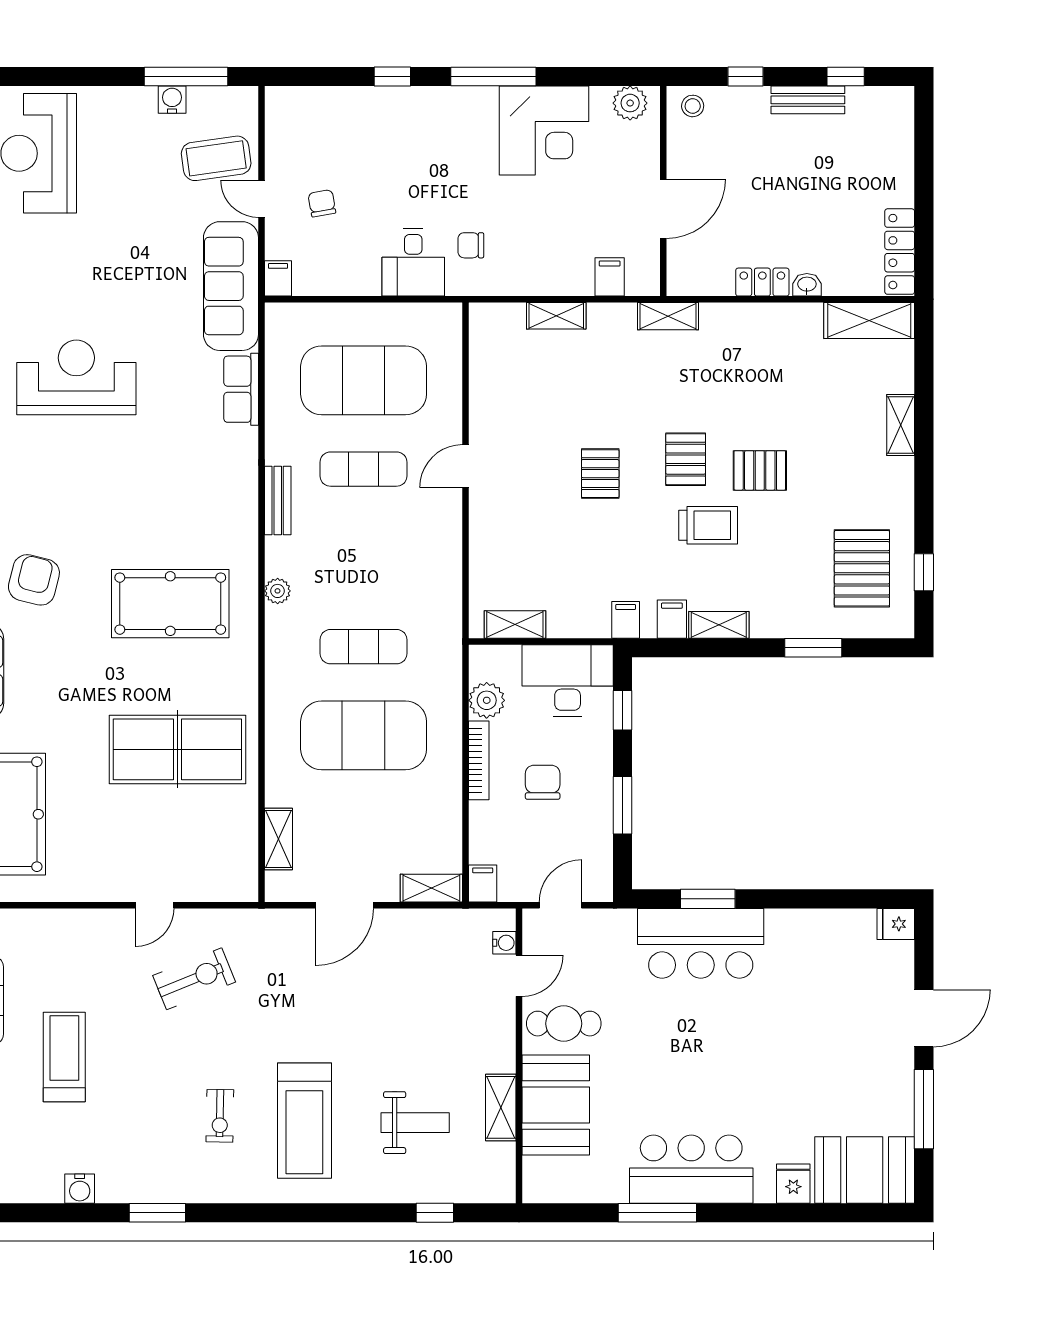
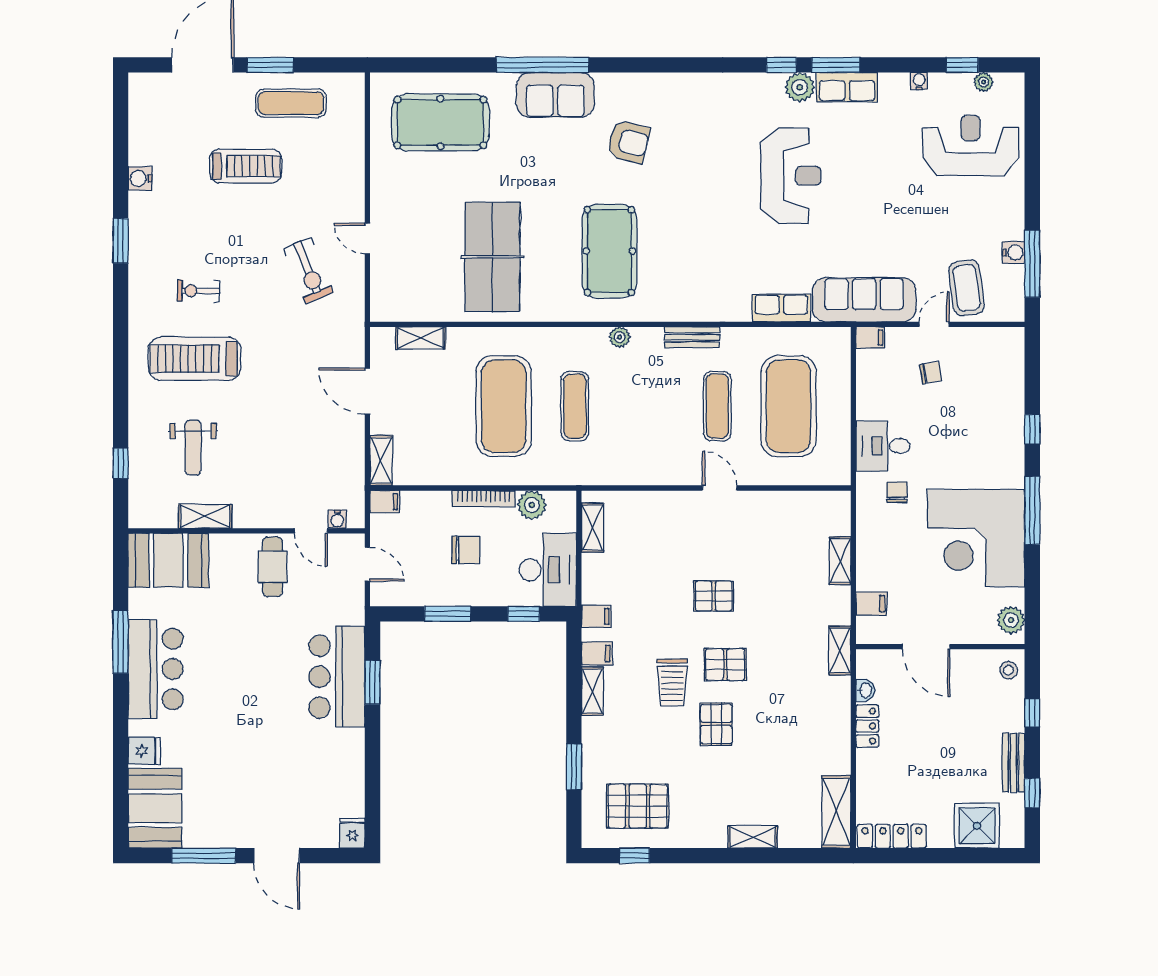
corner desk: (544, 130) -> (976, 538), width x1.36, depth x1.36
shower: (887, 145) -> (977, 826), added
washbasin: (807, 285) -> (865, 690), moved
booth: (556, 1105) -> (168, 560), moved

